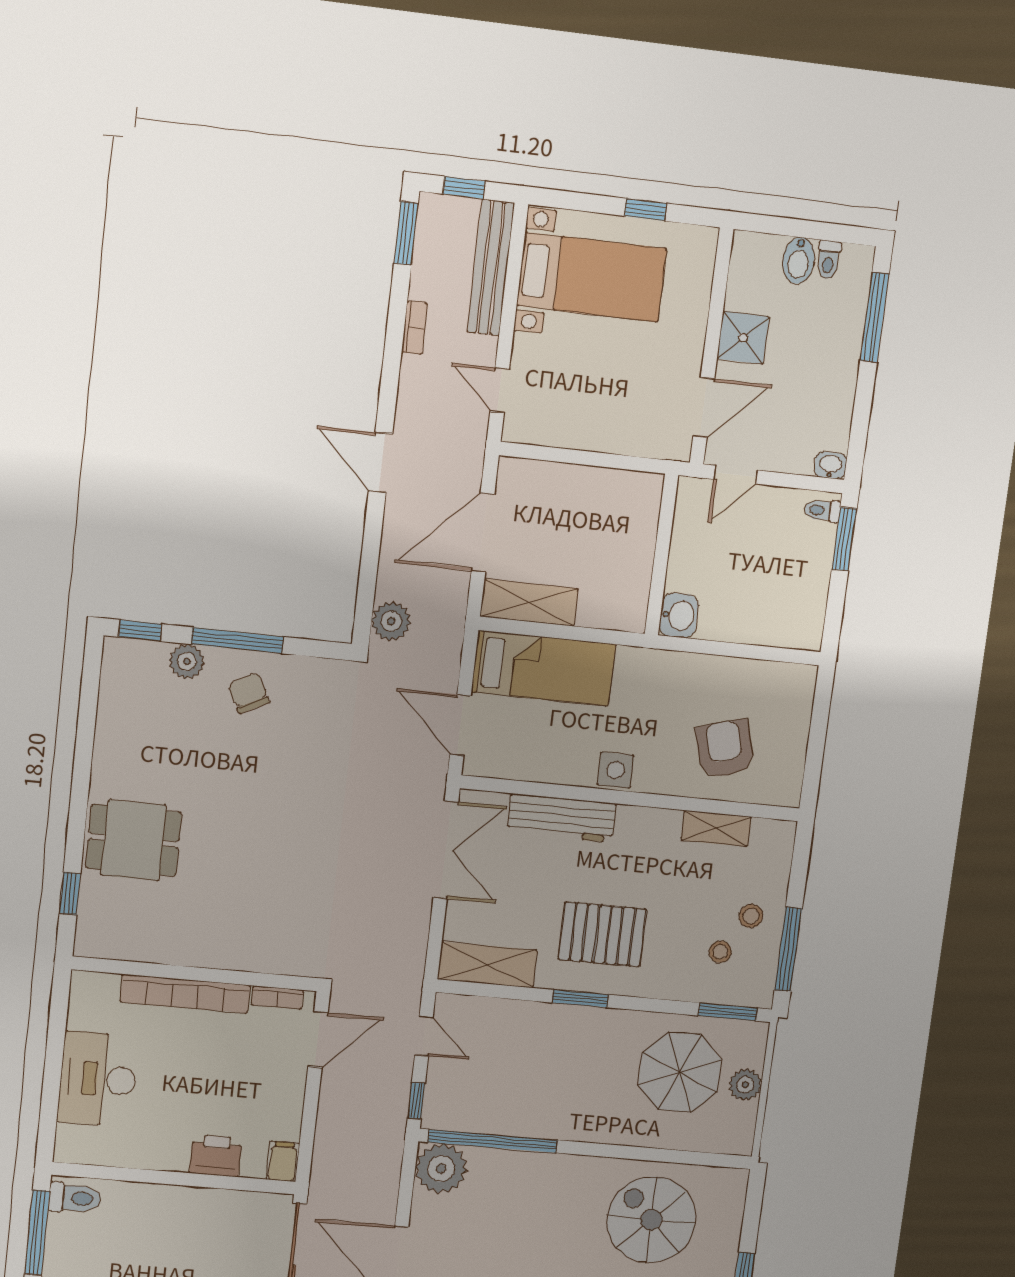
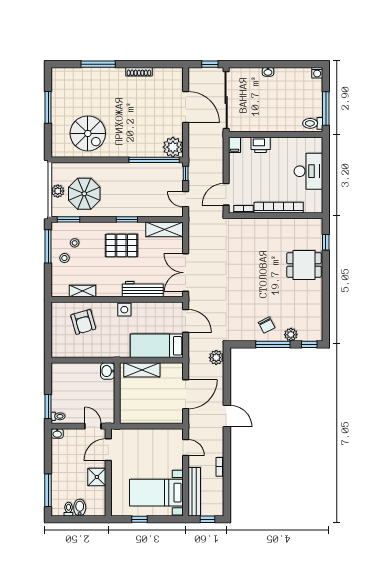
window: (406, 233) -> (227, 500), removed
door: (736, 475) -> (93, 426), hinge flipped
shelving: (529, 603) -> (142, 370), moved

